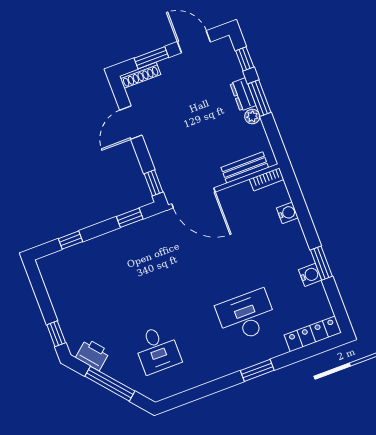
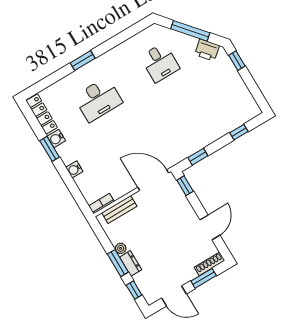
water cooler: (287, 213) -> (74, 169), moved
locker: (313, 334) -> (42, 114), moved, turned -90
desk: (157, 349) -> (160, 63), turned 180

